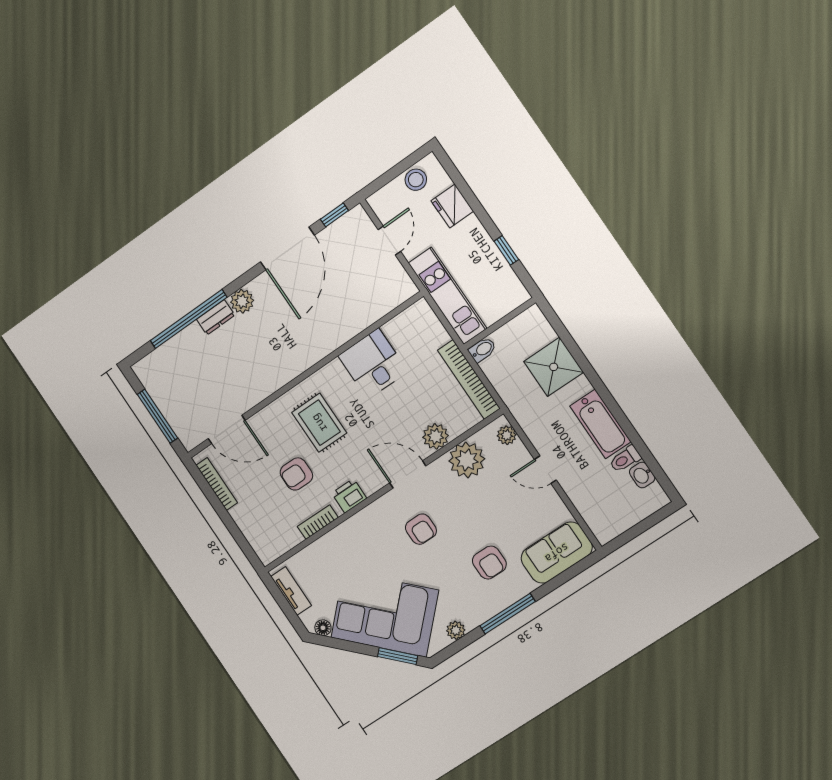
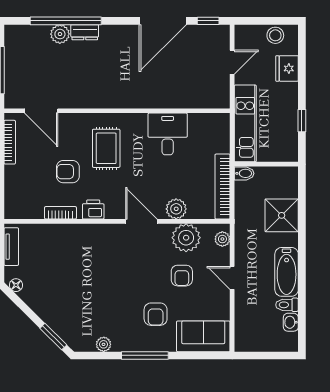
plant: (242, 301) -> (60, 34), moved
armchair: (421, 529) -> (182, 276), moved
corner sofa: (385, 614) -> (64, 303), removed

